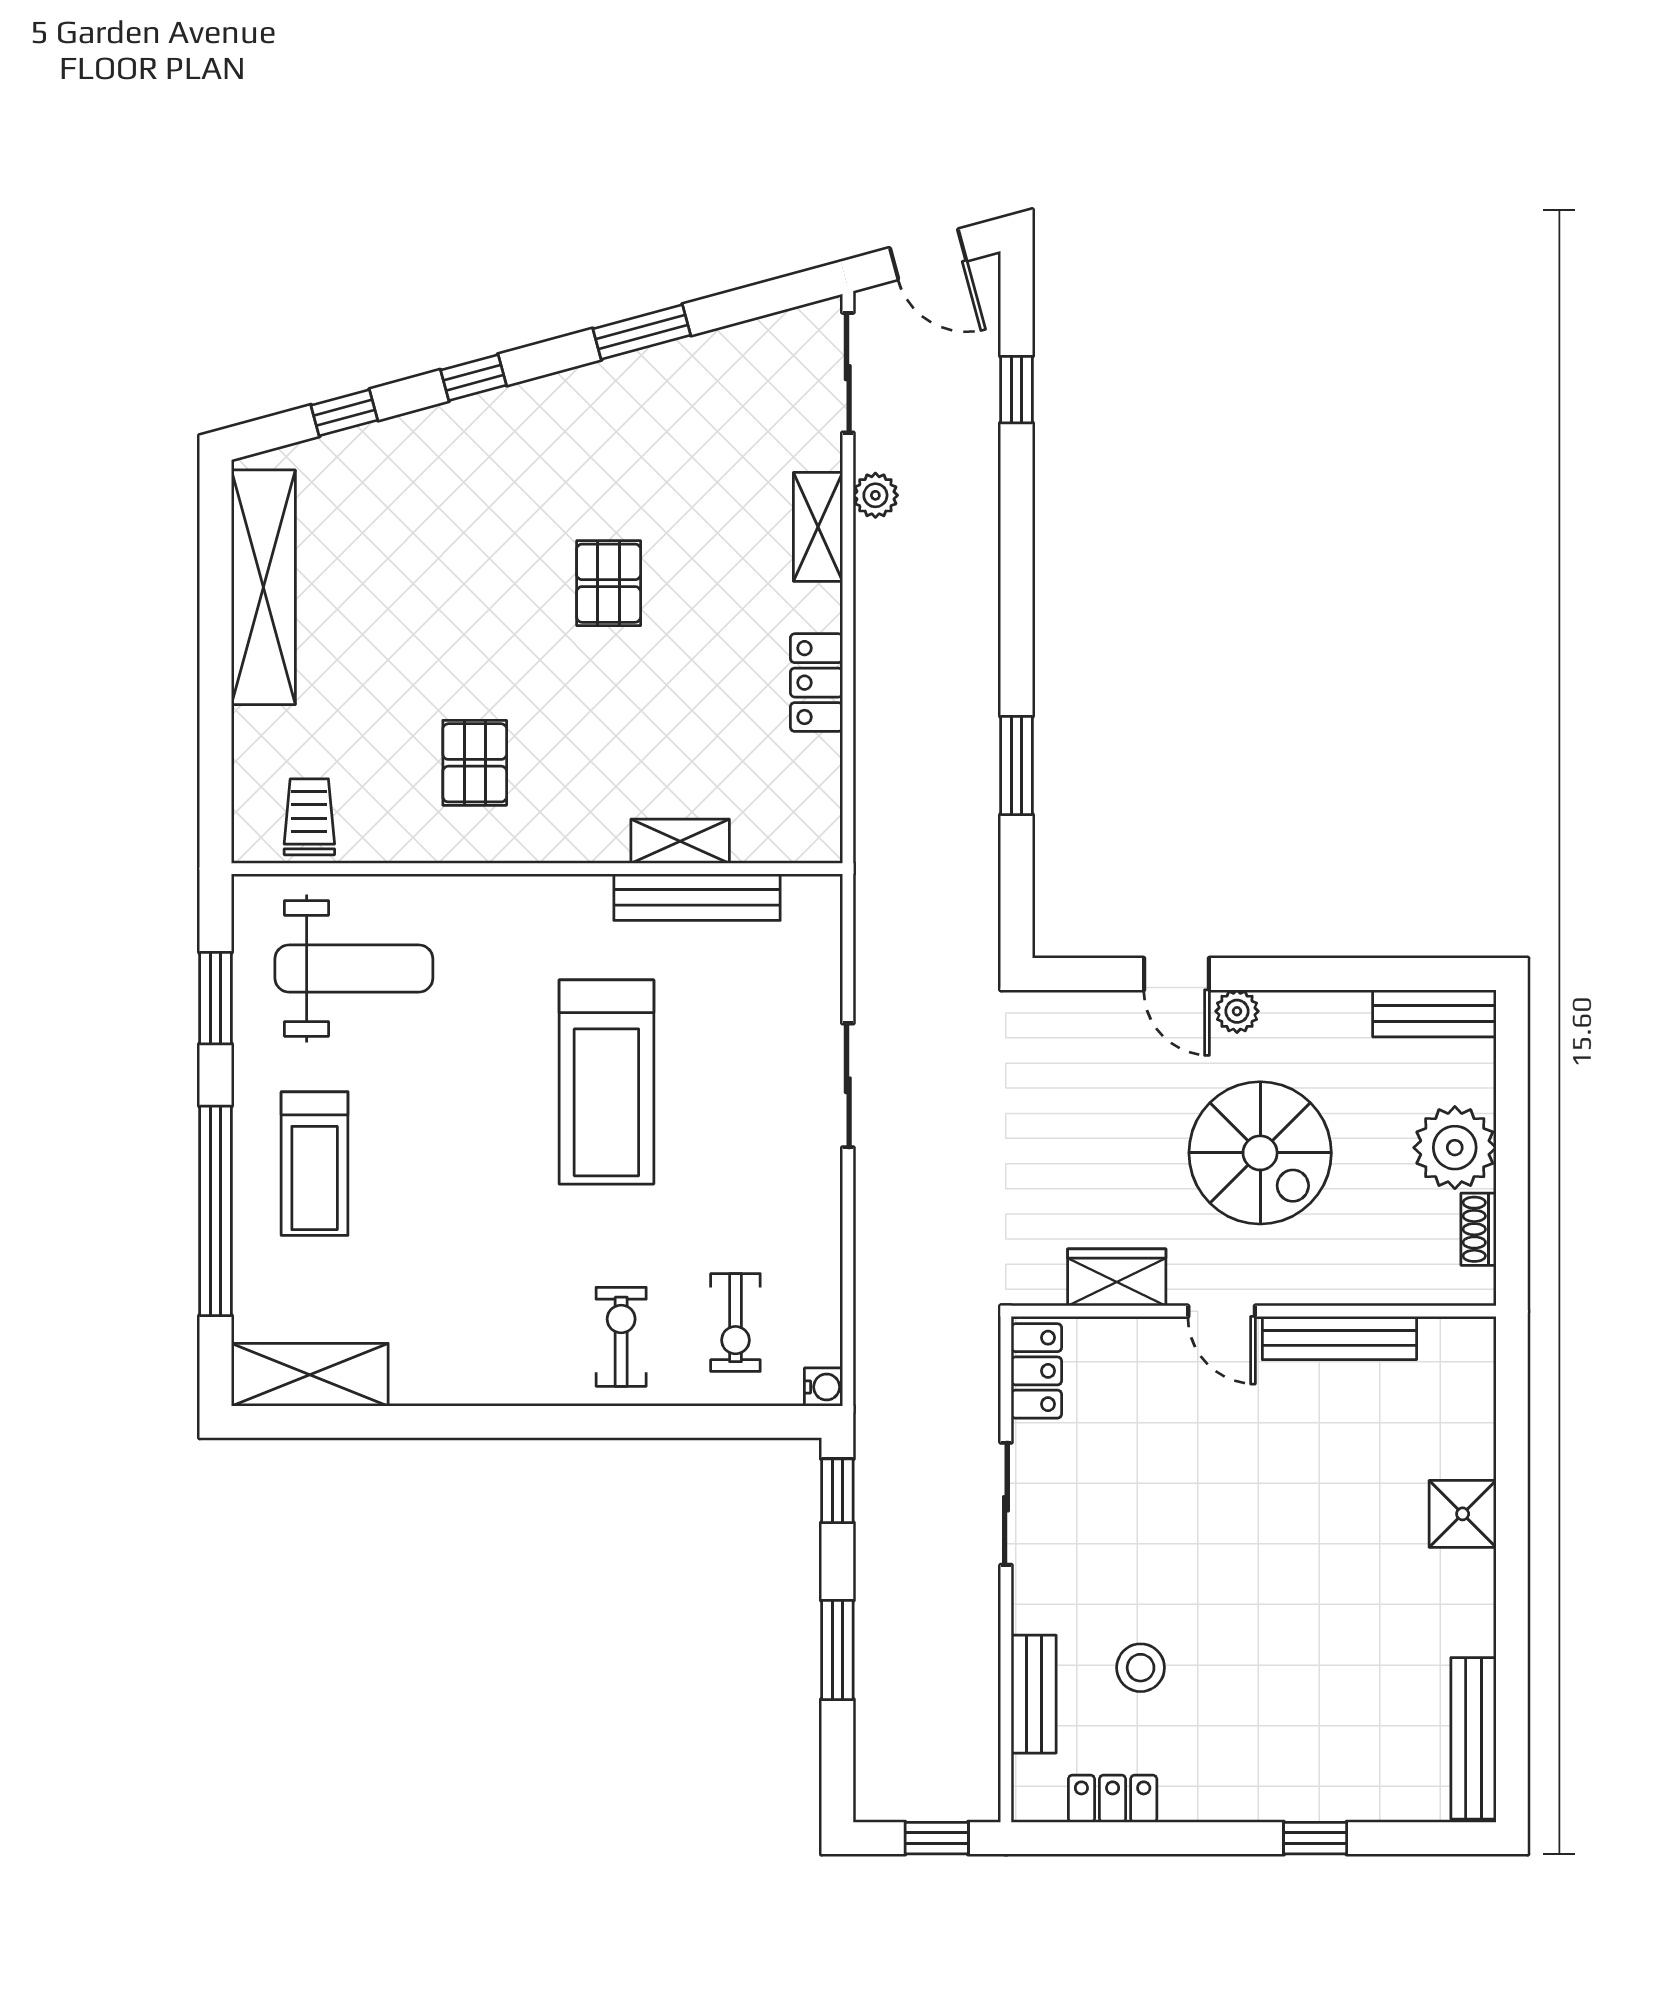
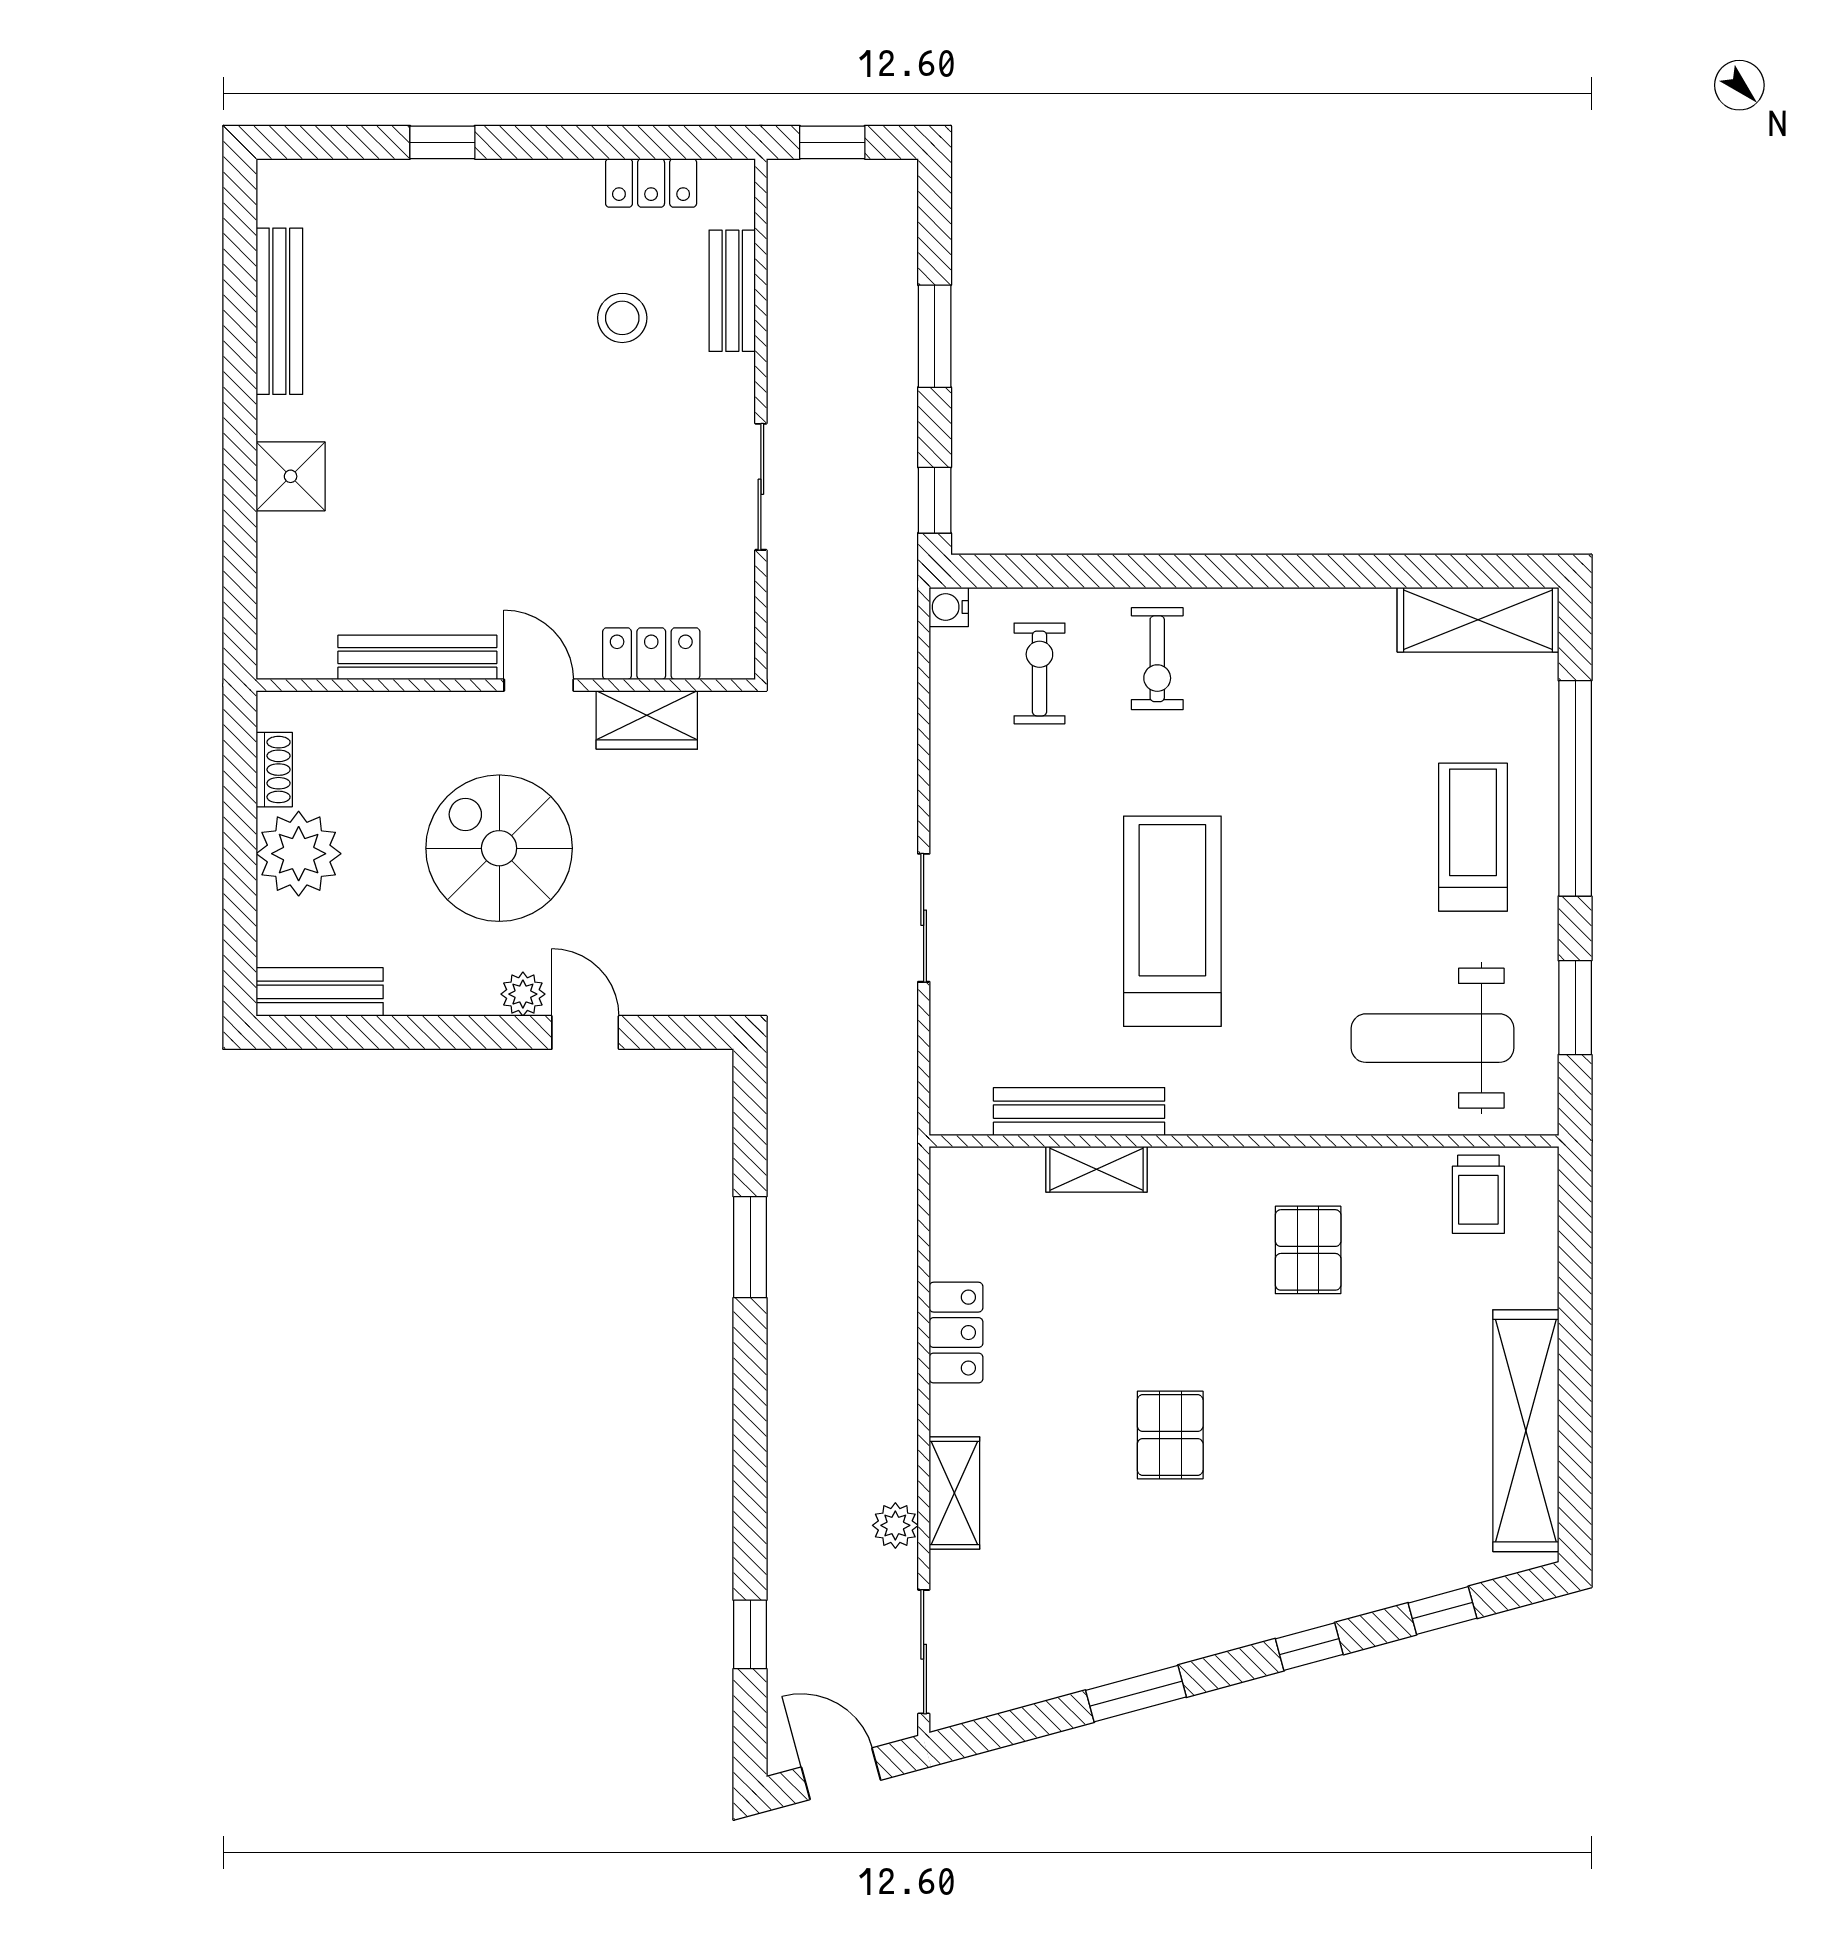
locker: (1036, 1371) -> (651, 654), moved, turned 90
bench: (1473, 1738) -> (279, 311), moved

